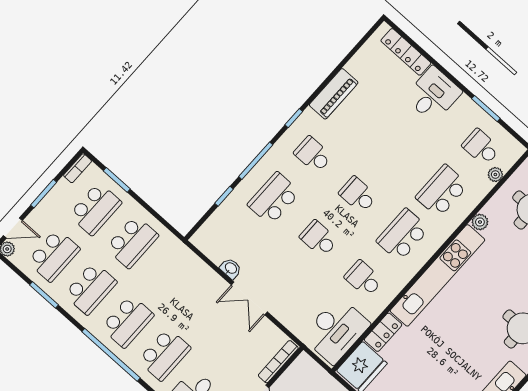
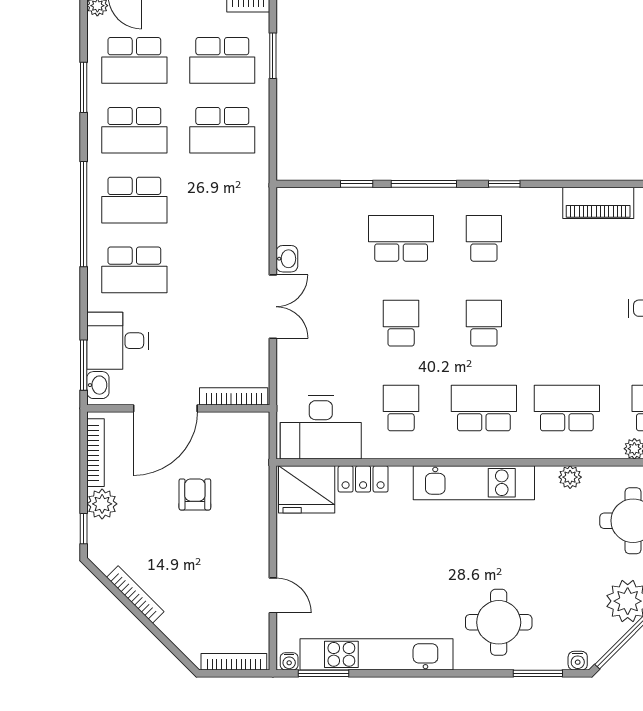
piano: (334, 94) -> (598, 203), moved
kitchen unit: (437, 275) -> (474, 483), width x0.73
double door: (249, 298) -> (273, 307), swing flipped

